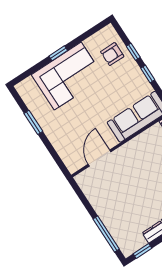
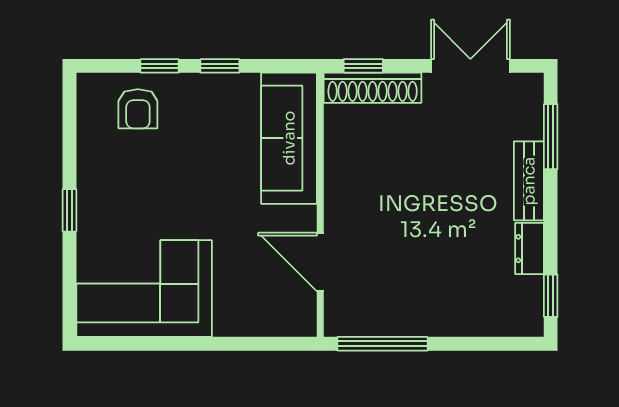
corner sofa: (68, 76) -> (144, 289), moved, turned -90
window: (33, 122) -> (170, 344), removed
window: (106, 234) -> (382, 344), moved

